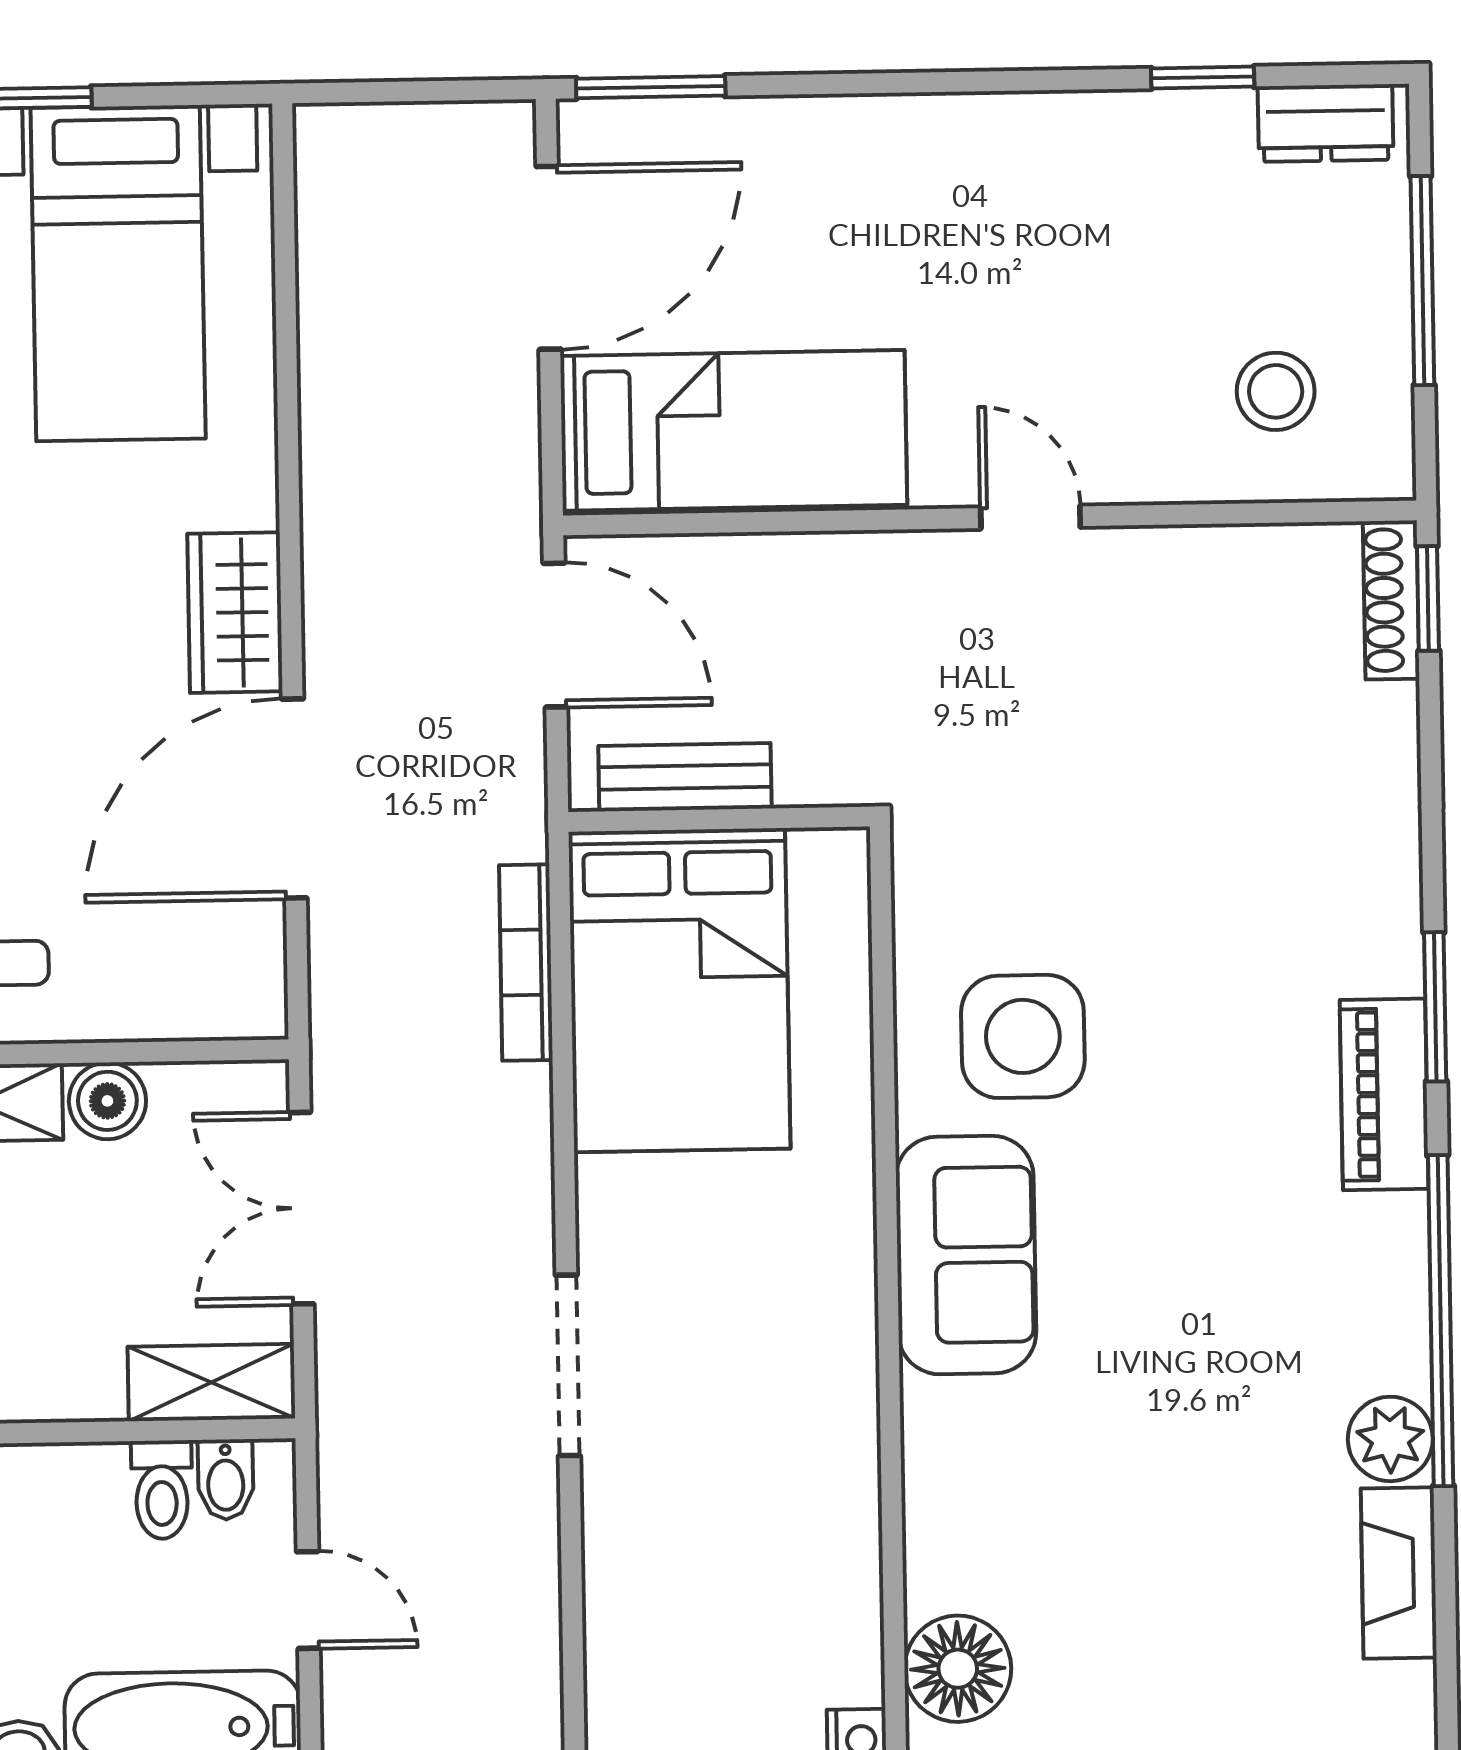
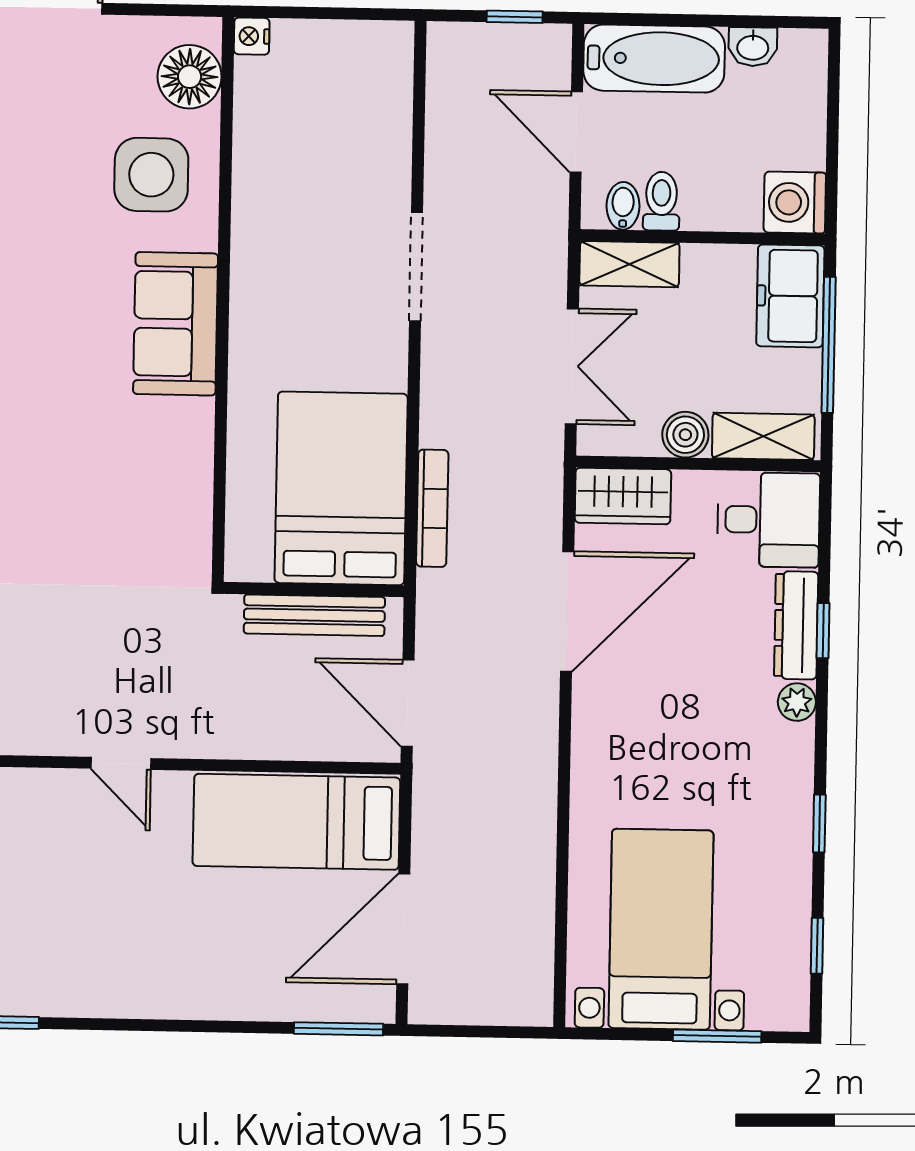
wardrobe: (235, 613) -> (623, 496), moved, turned 90
bench: (685, 777) -> (314, 615), width x1.36
side table: (1023, 1036) -> (151, 175), moved
door: (308, 1600) -> (576, 132), width x1.37

